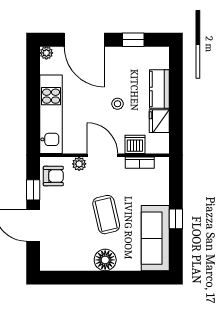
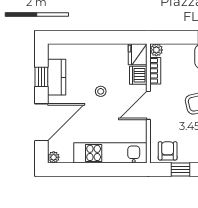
kitchen counter: (159, 89) -> (57, 77), moved, turned -90
fridge: (159, 121) -> (138, 54), moved, turned 90
plant: (79, 164) -> (156, 50), moved

